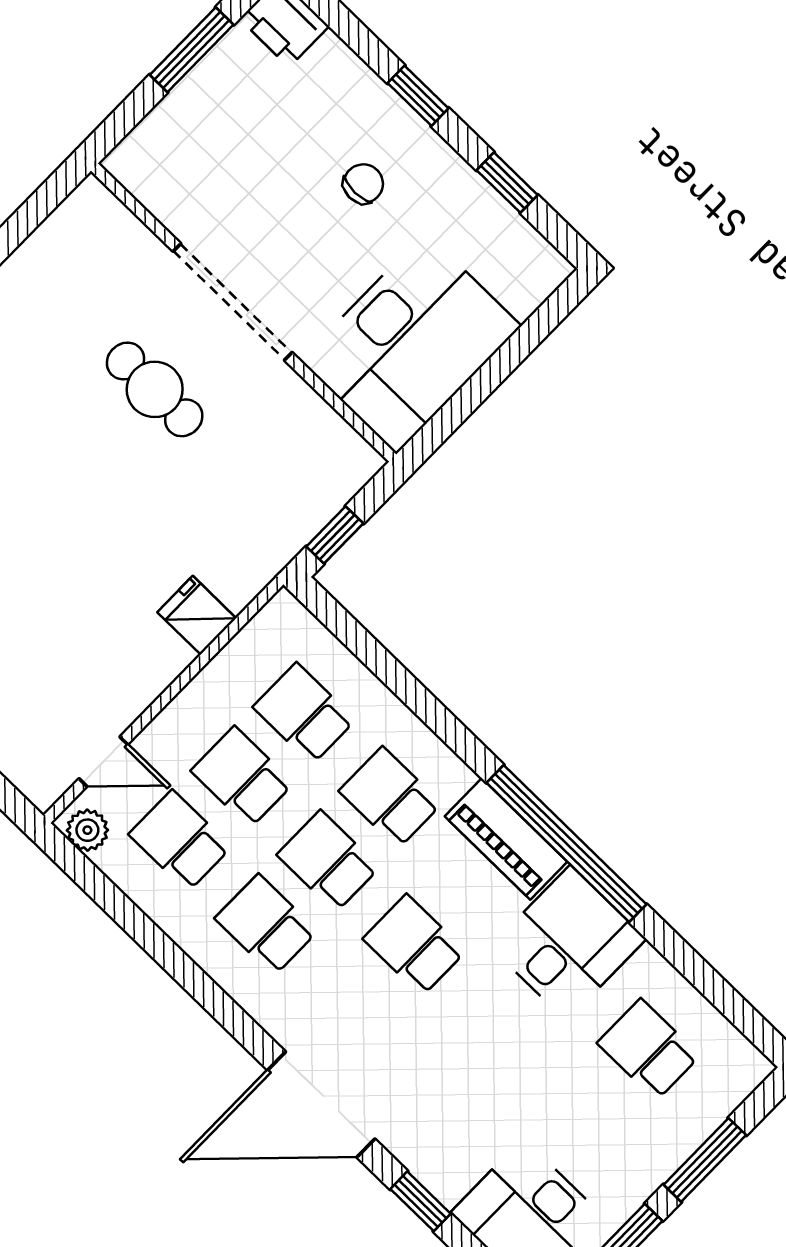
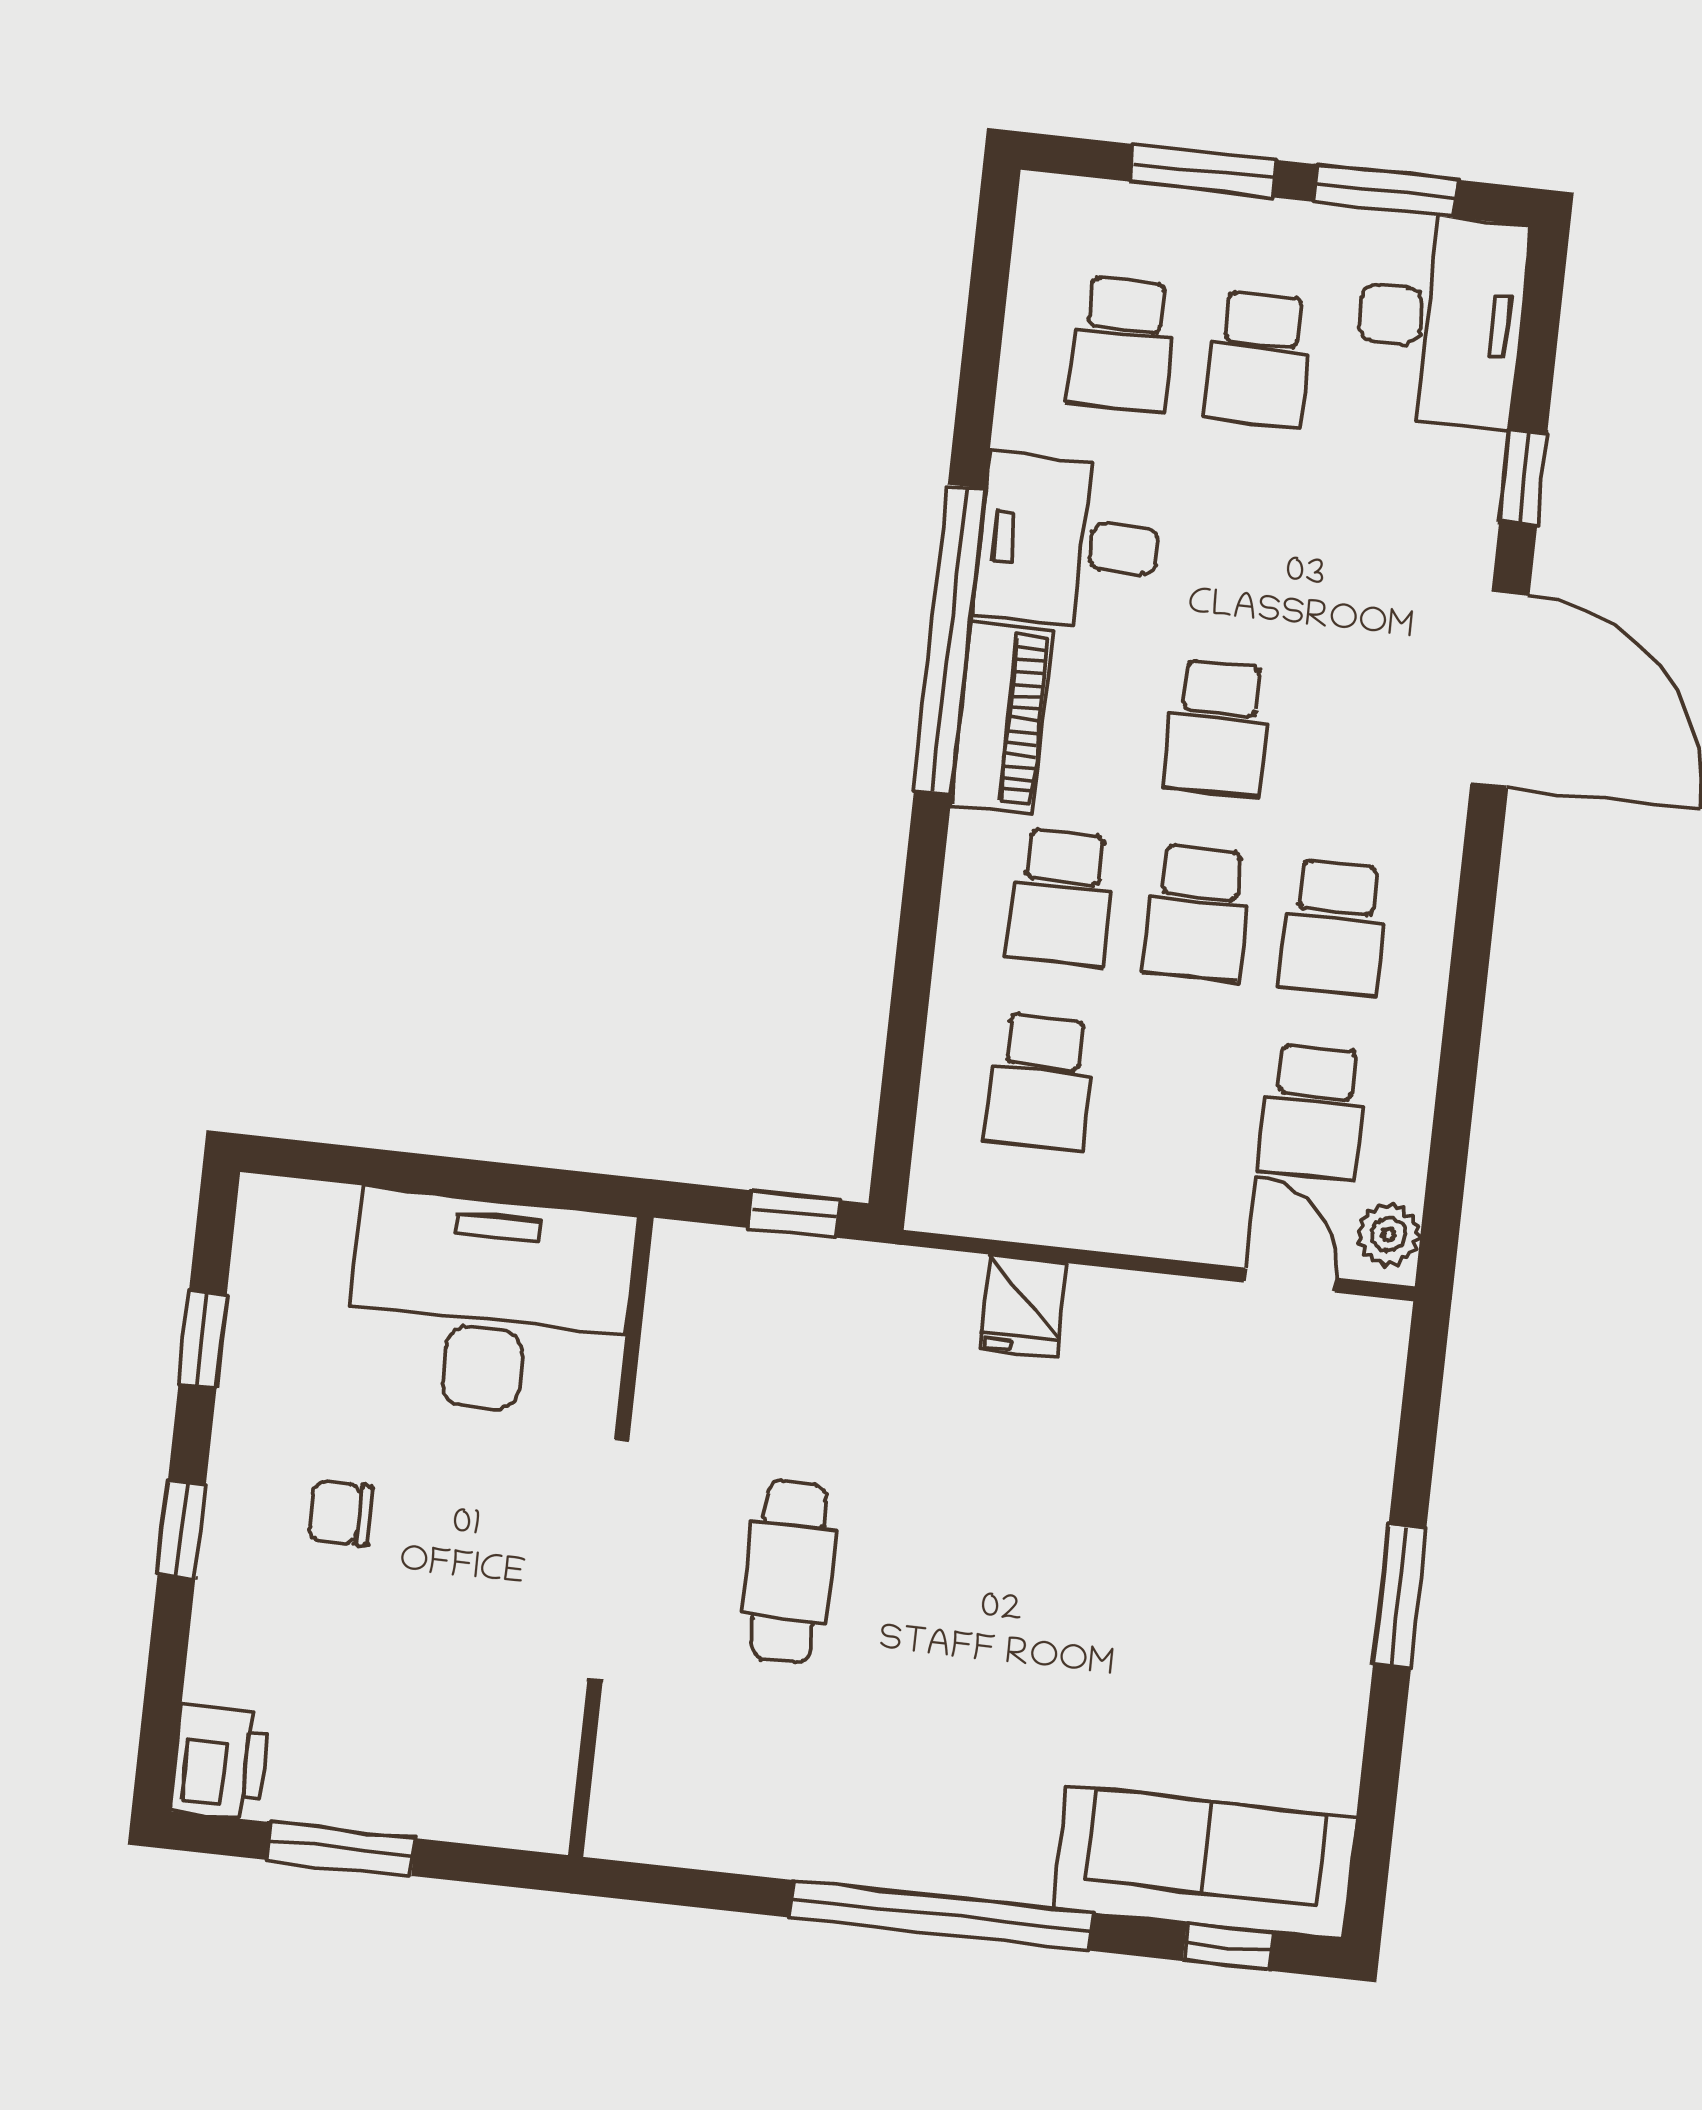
school desk: (242, 777) -> (1259, 359), moved

